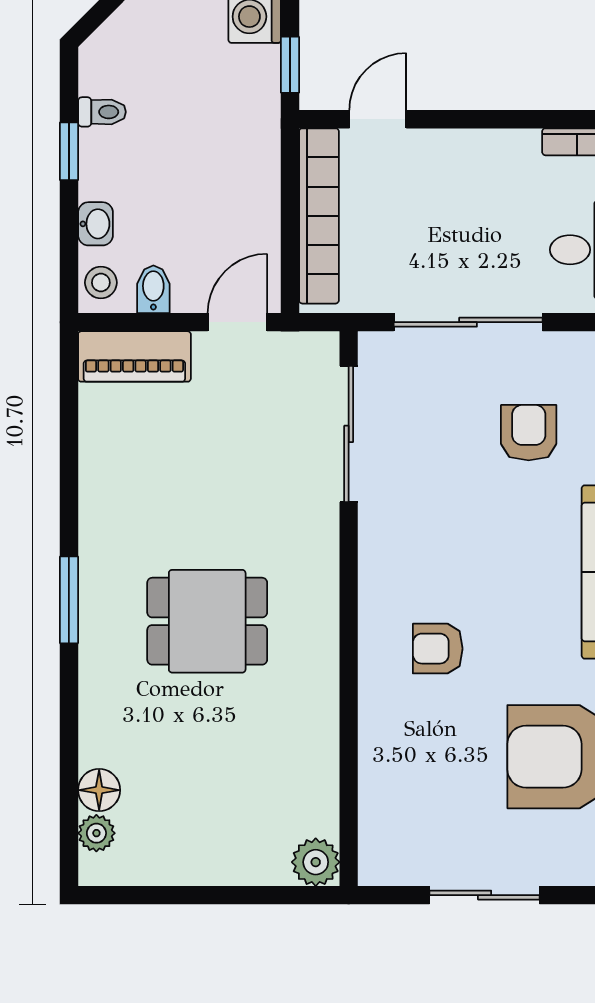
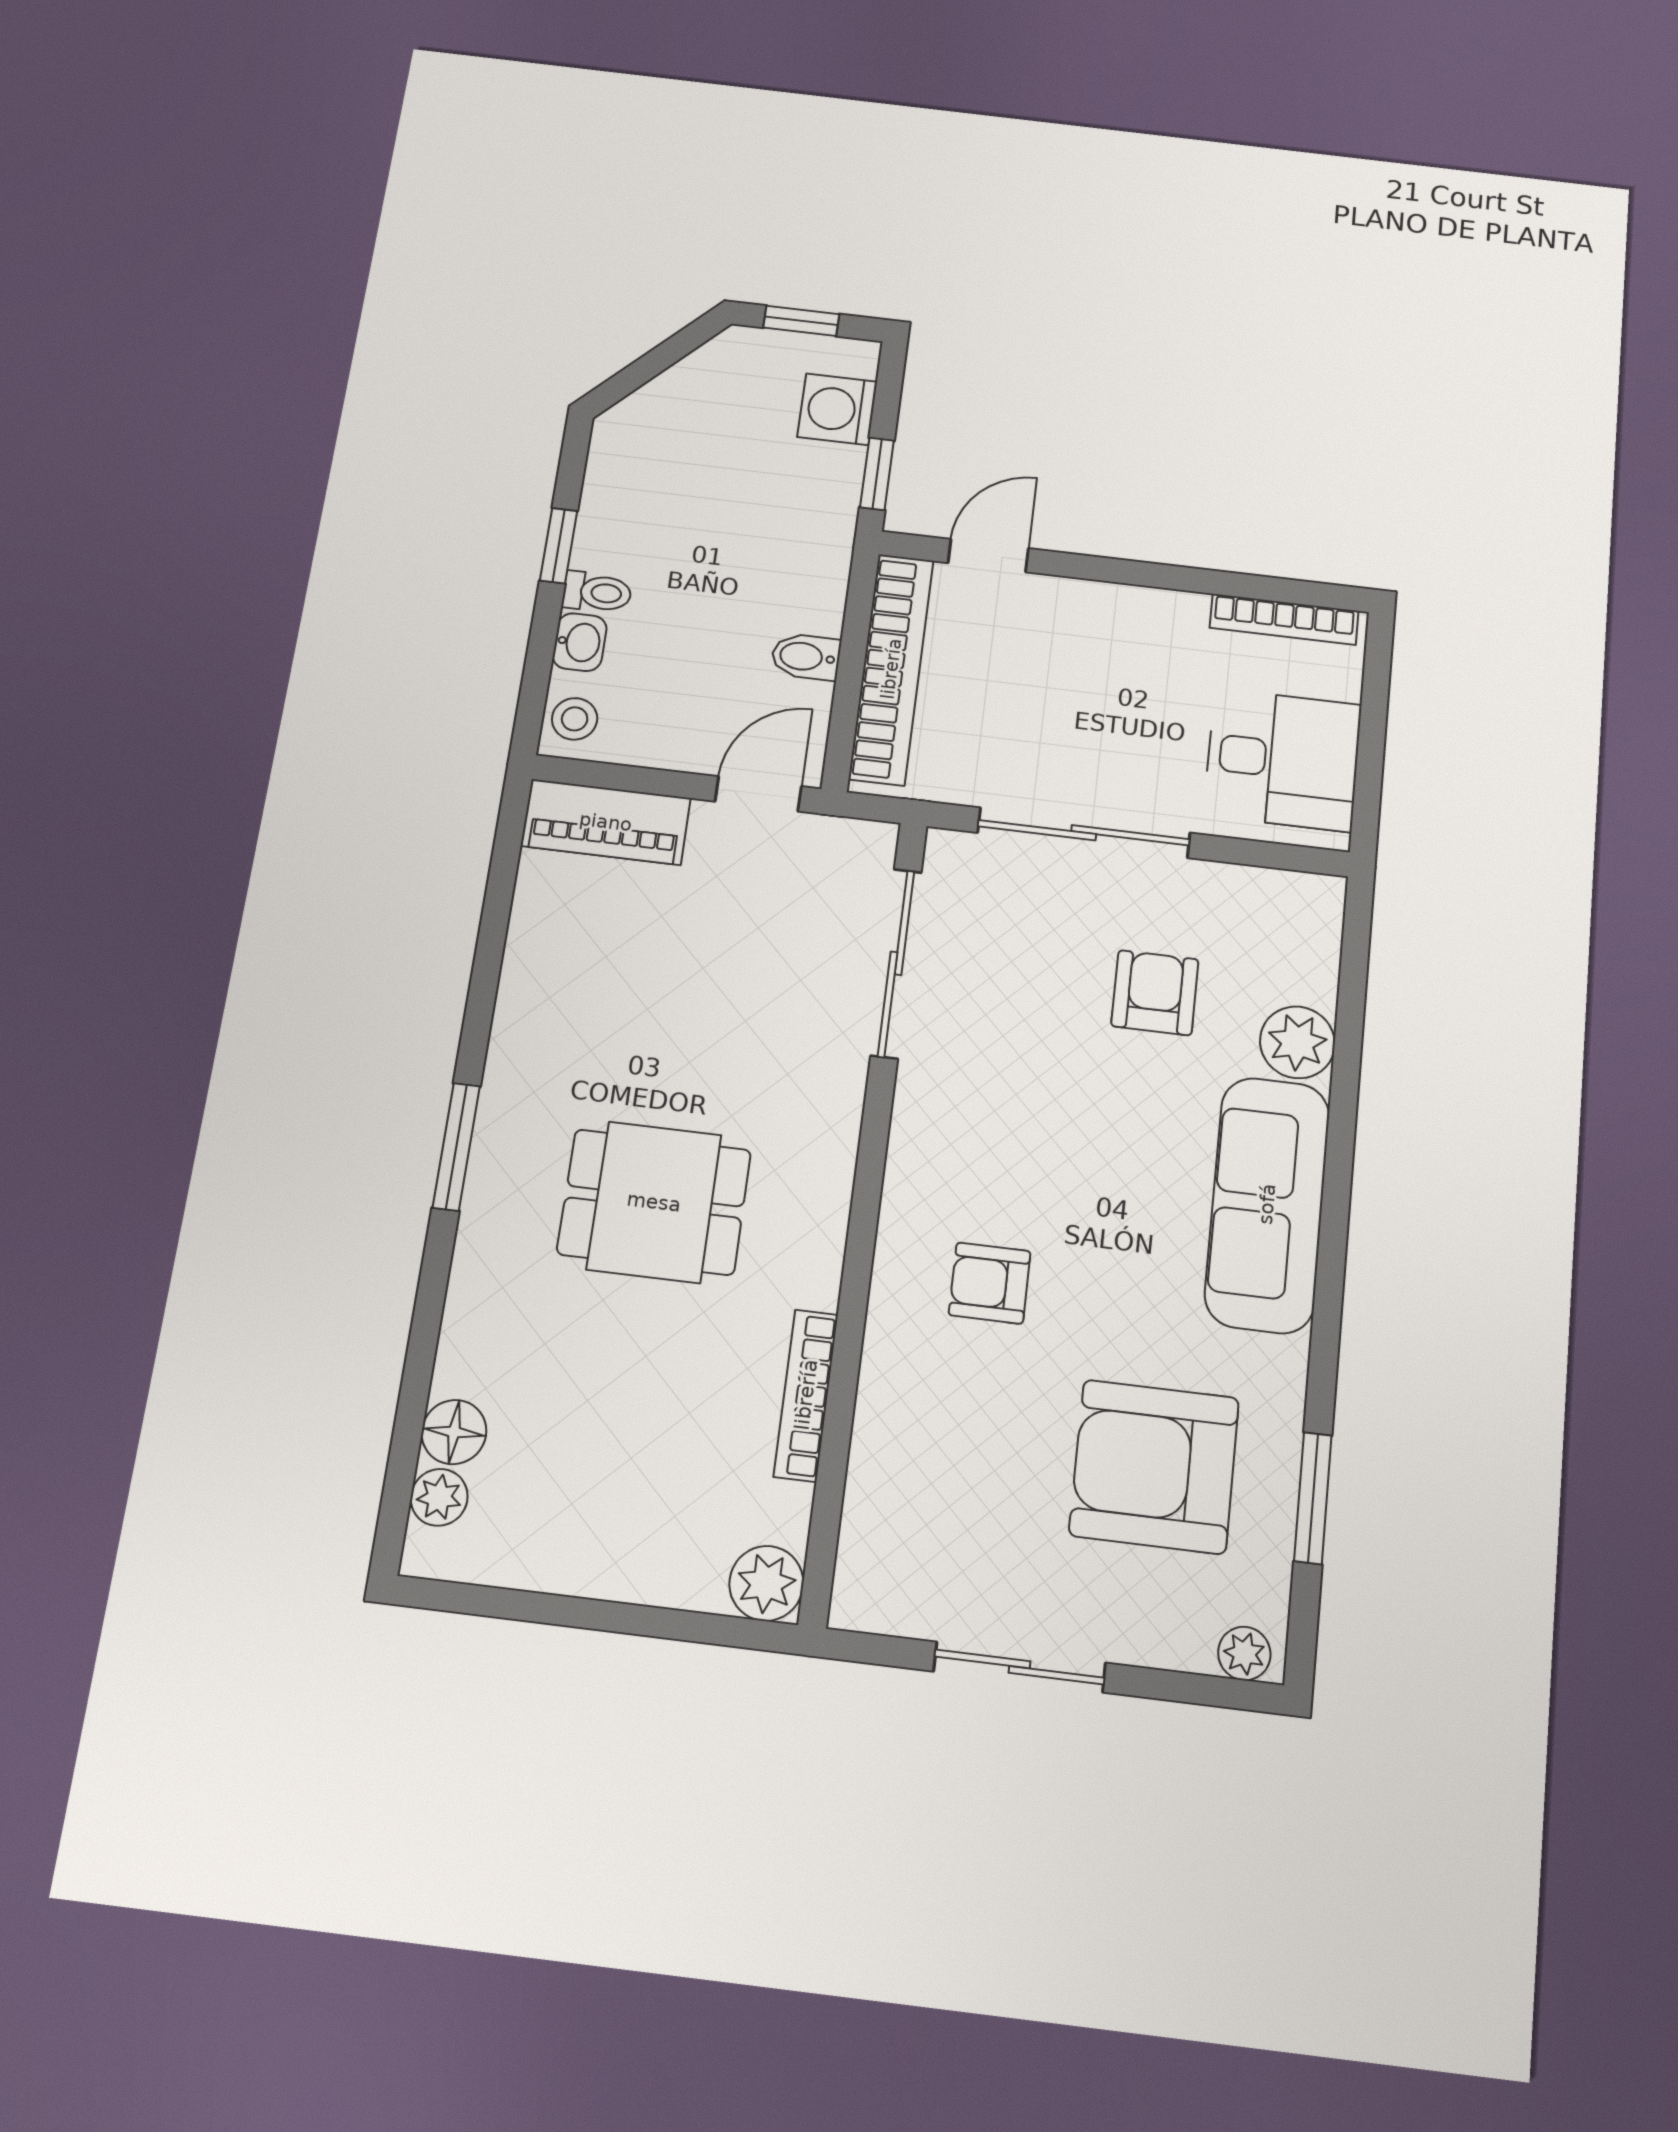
toilet: (102, 112) -> (597, 592), moved
bidet: (153, 289) -> (806, 657), moved, turned -90
bookcase: (325, 738) -> (806, 1395), added

